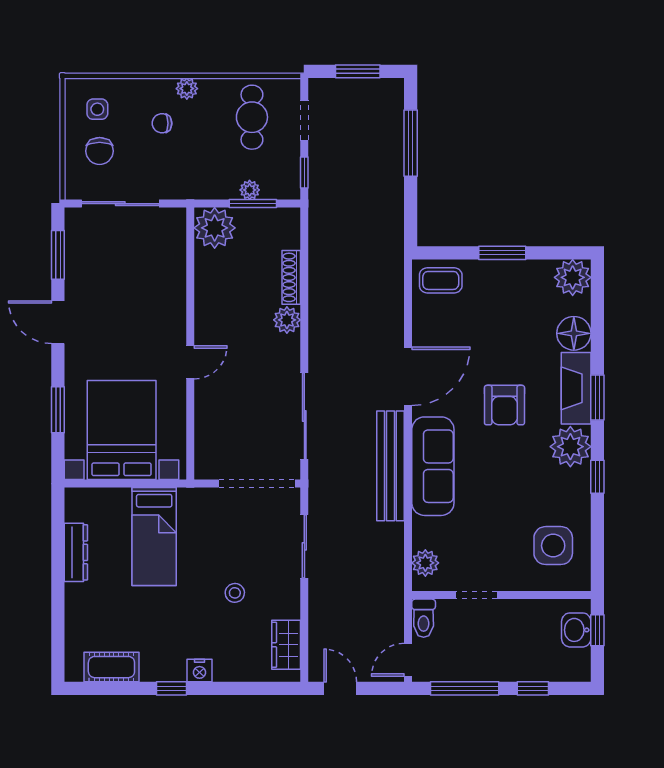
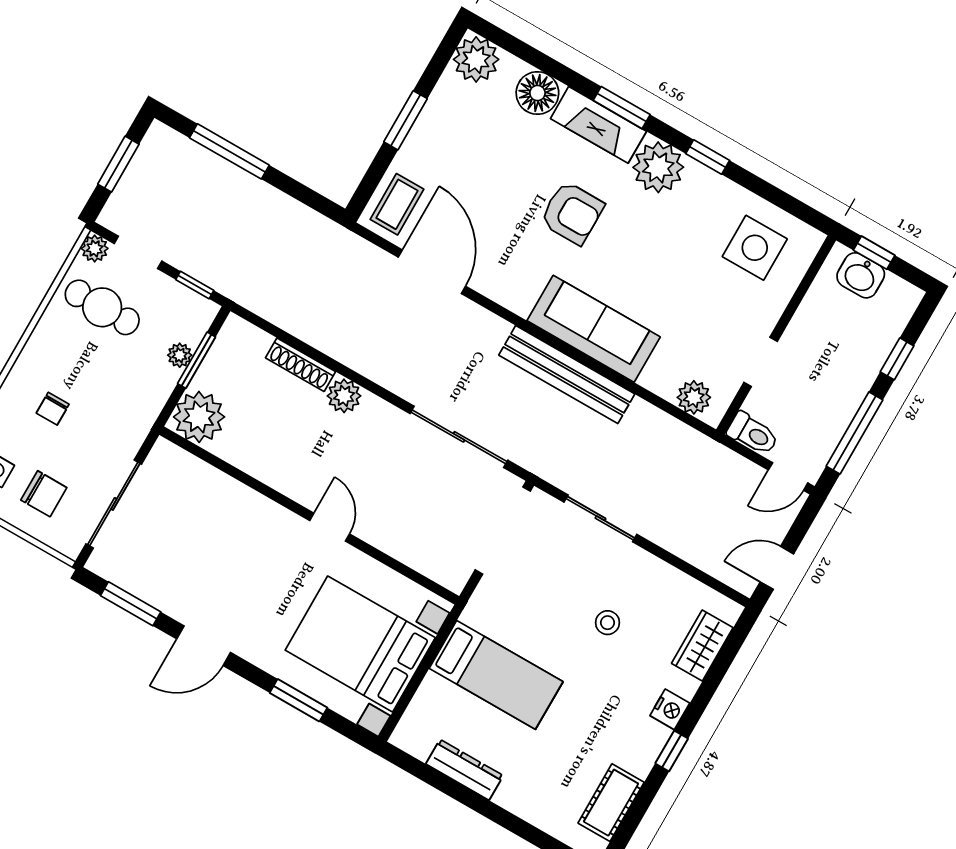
plant: (187, 89) -> (95, 249), moved
door: (408, 376) -> (432, 272), moved
wardrobe: (286, 645) -> (702, 646), moved, turned 90
door: (408, 660) -> (788, 476), hinge flipped

